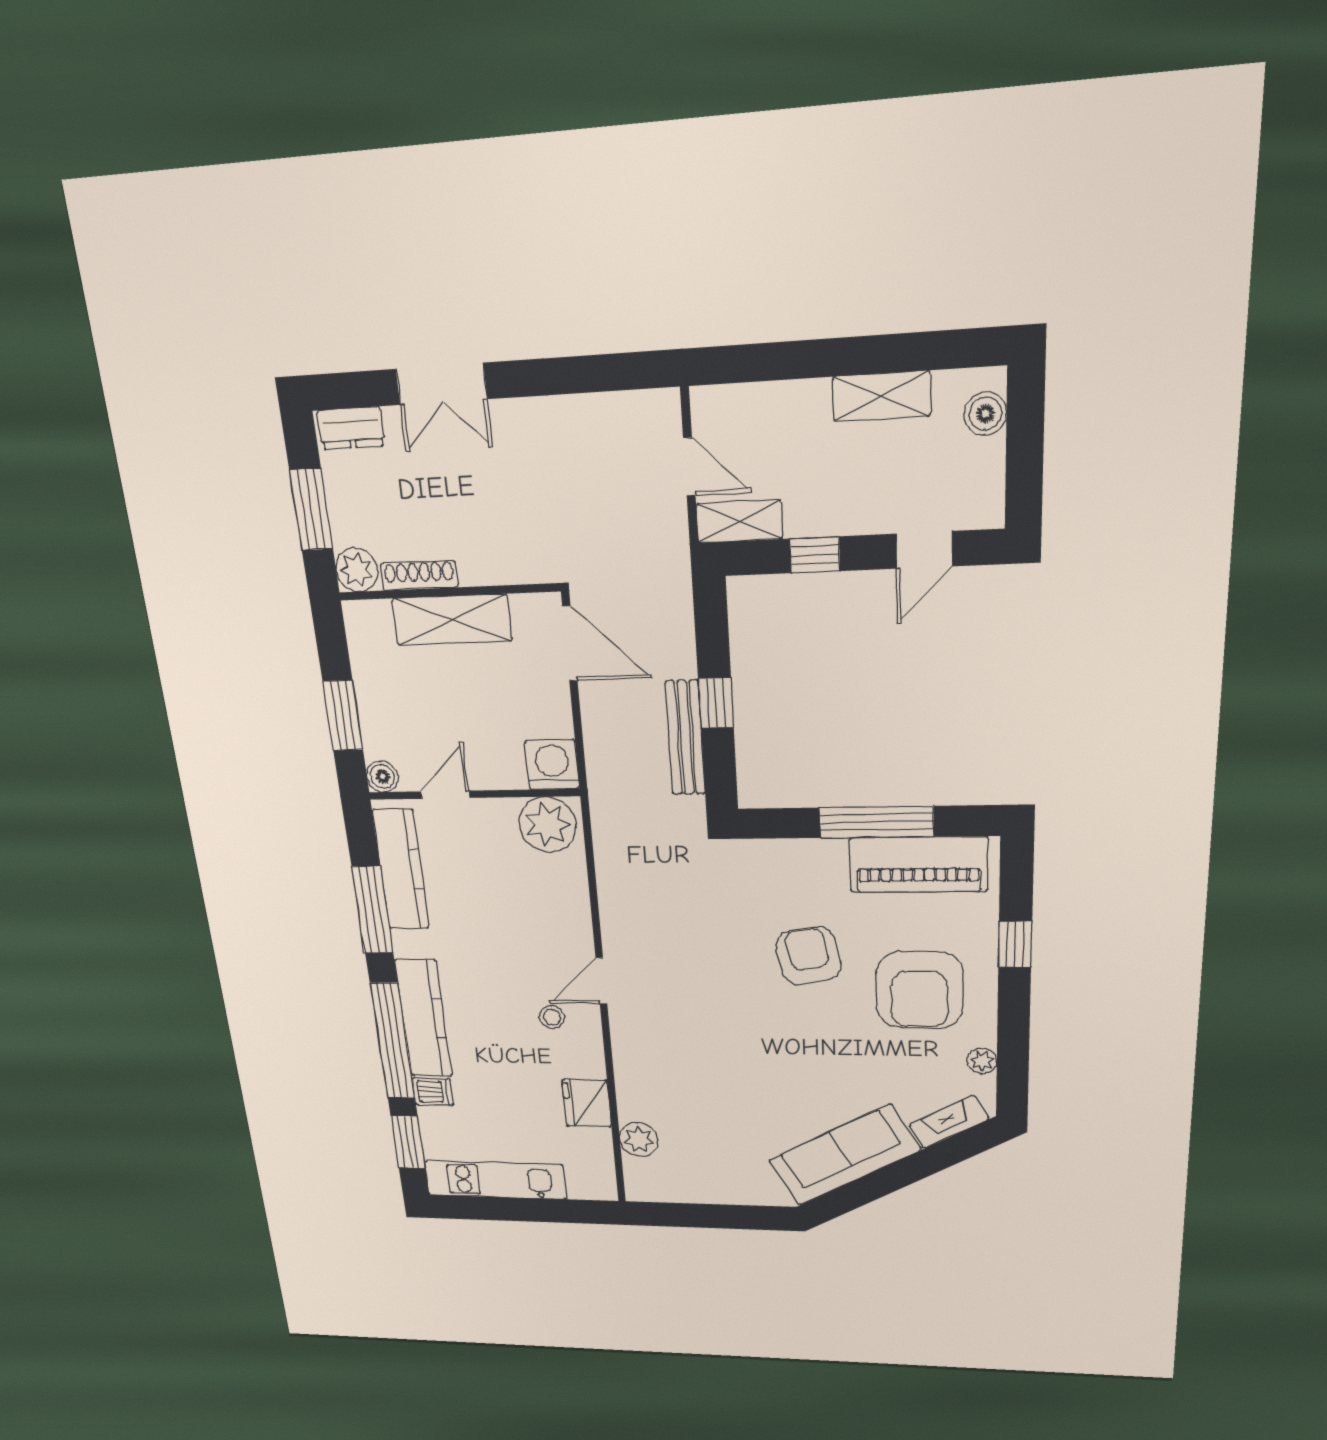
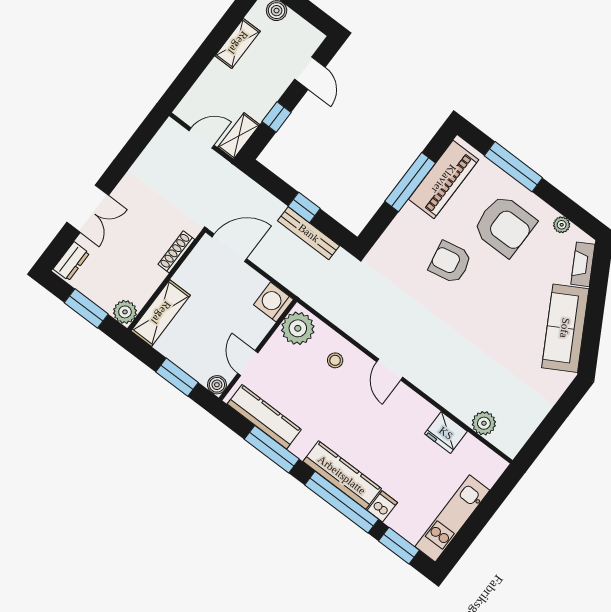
shoe rack: (419, 576) -> (176, 252), moved
shelving: (452, 620) -> (161, 313), moved
window: (1015, 944) -> (513, 167), width x2.17
stool: (552, 1017) -> (335, 360), moved

